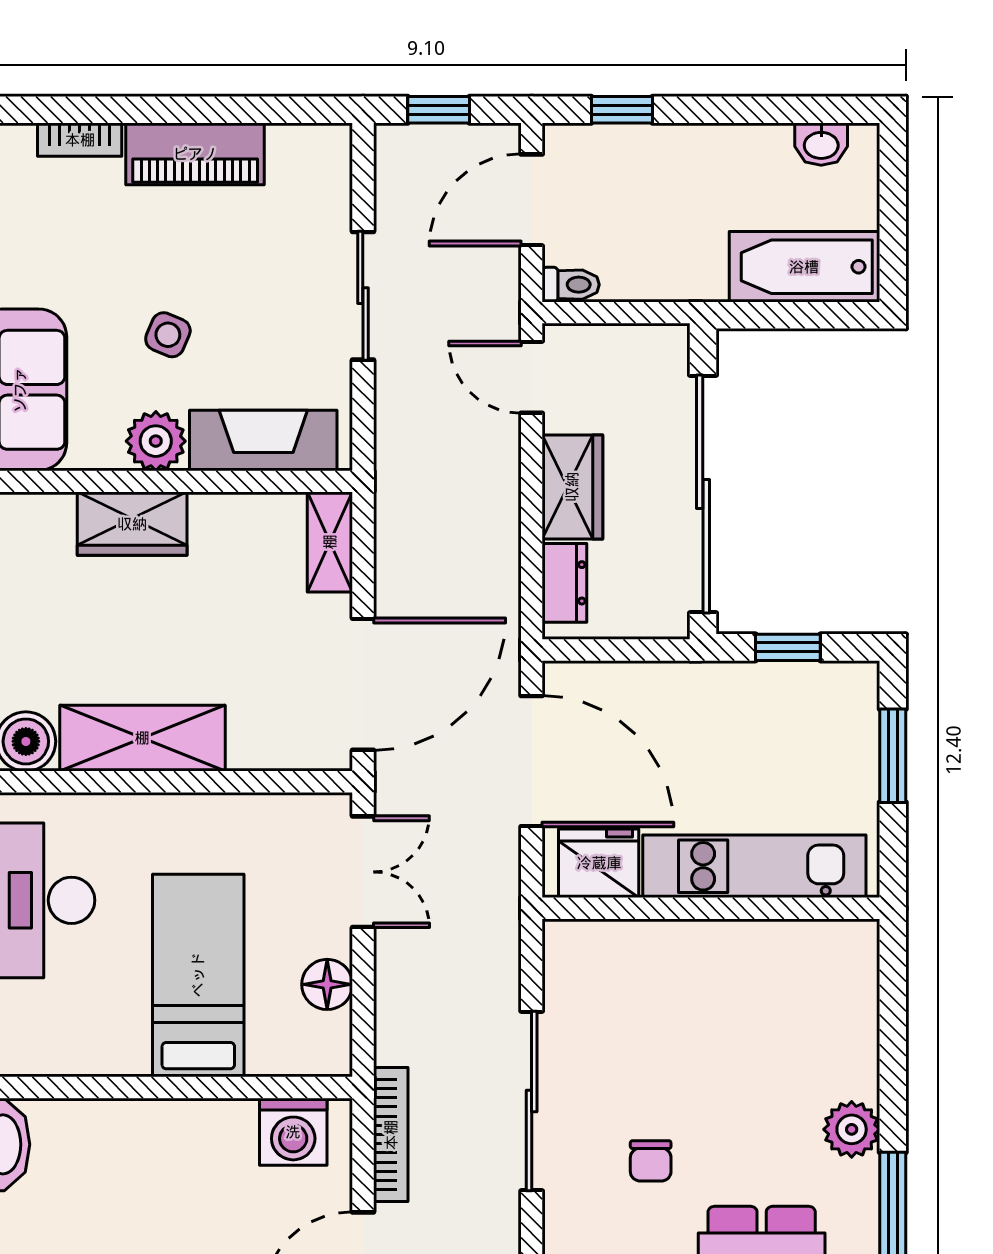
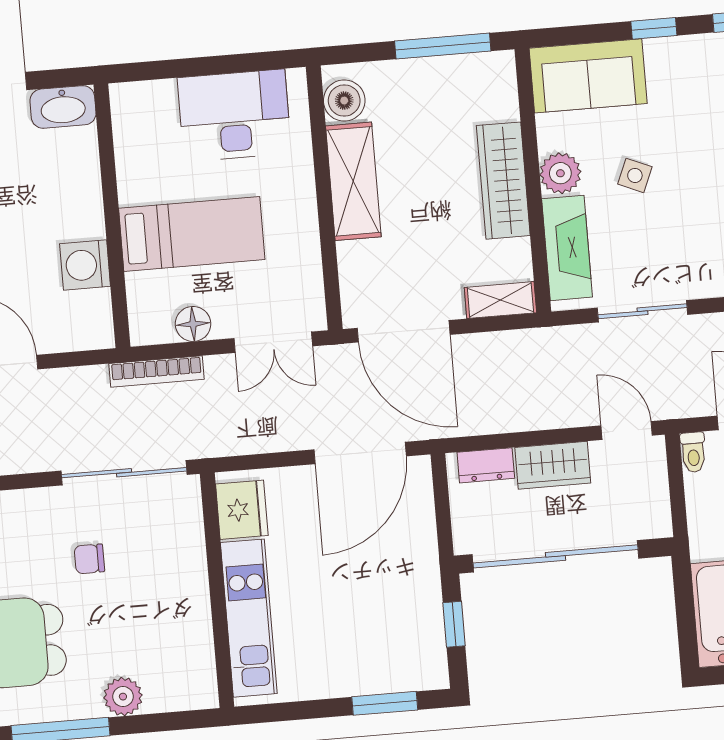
sliding door: (363, 296) -> (642, 311), moved
door: (532, 377) -> (627, 431), hinge flipped
wardrobe: (132, 524) -> (503, 181), width x1.50
fridge: (599, 863) -> (242, 510), moved
kitchen unit: (754, 866) -> (249, 618), moved
wall: (711, 908) -> (217, 590), moved
washing machine: (293, 1132) -> (85, 265), moved
bookcase: (391, 1135) -> (157, 371), moved

